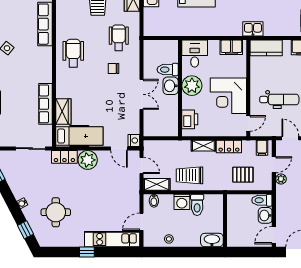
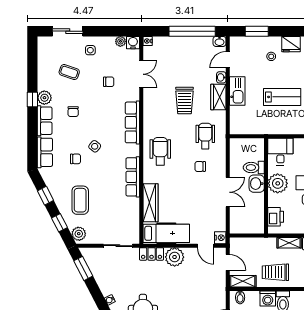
row of seats: (45, 104) -> (133, 177), moved
wardrobe: (63, 112) -> (151, 203), width x1.50

